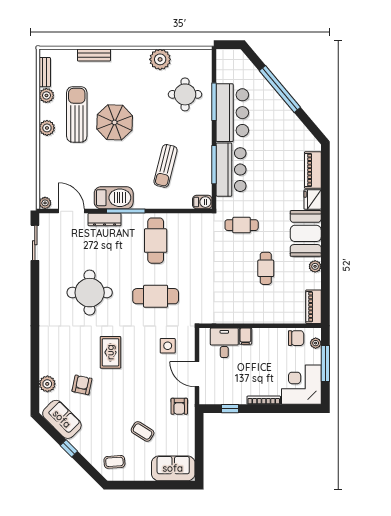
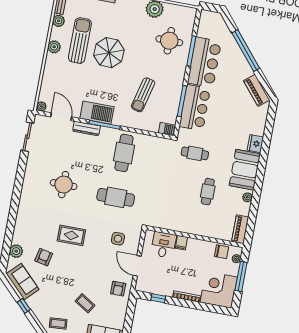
piano: (313, 170) -> (257, 90), moved, turned -40
round table: (90, 293) -> (64, 185), width x0.73, depth x0.73
rug: (110, 352) -> (71, 235), turned 90

